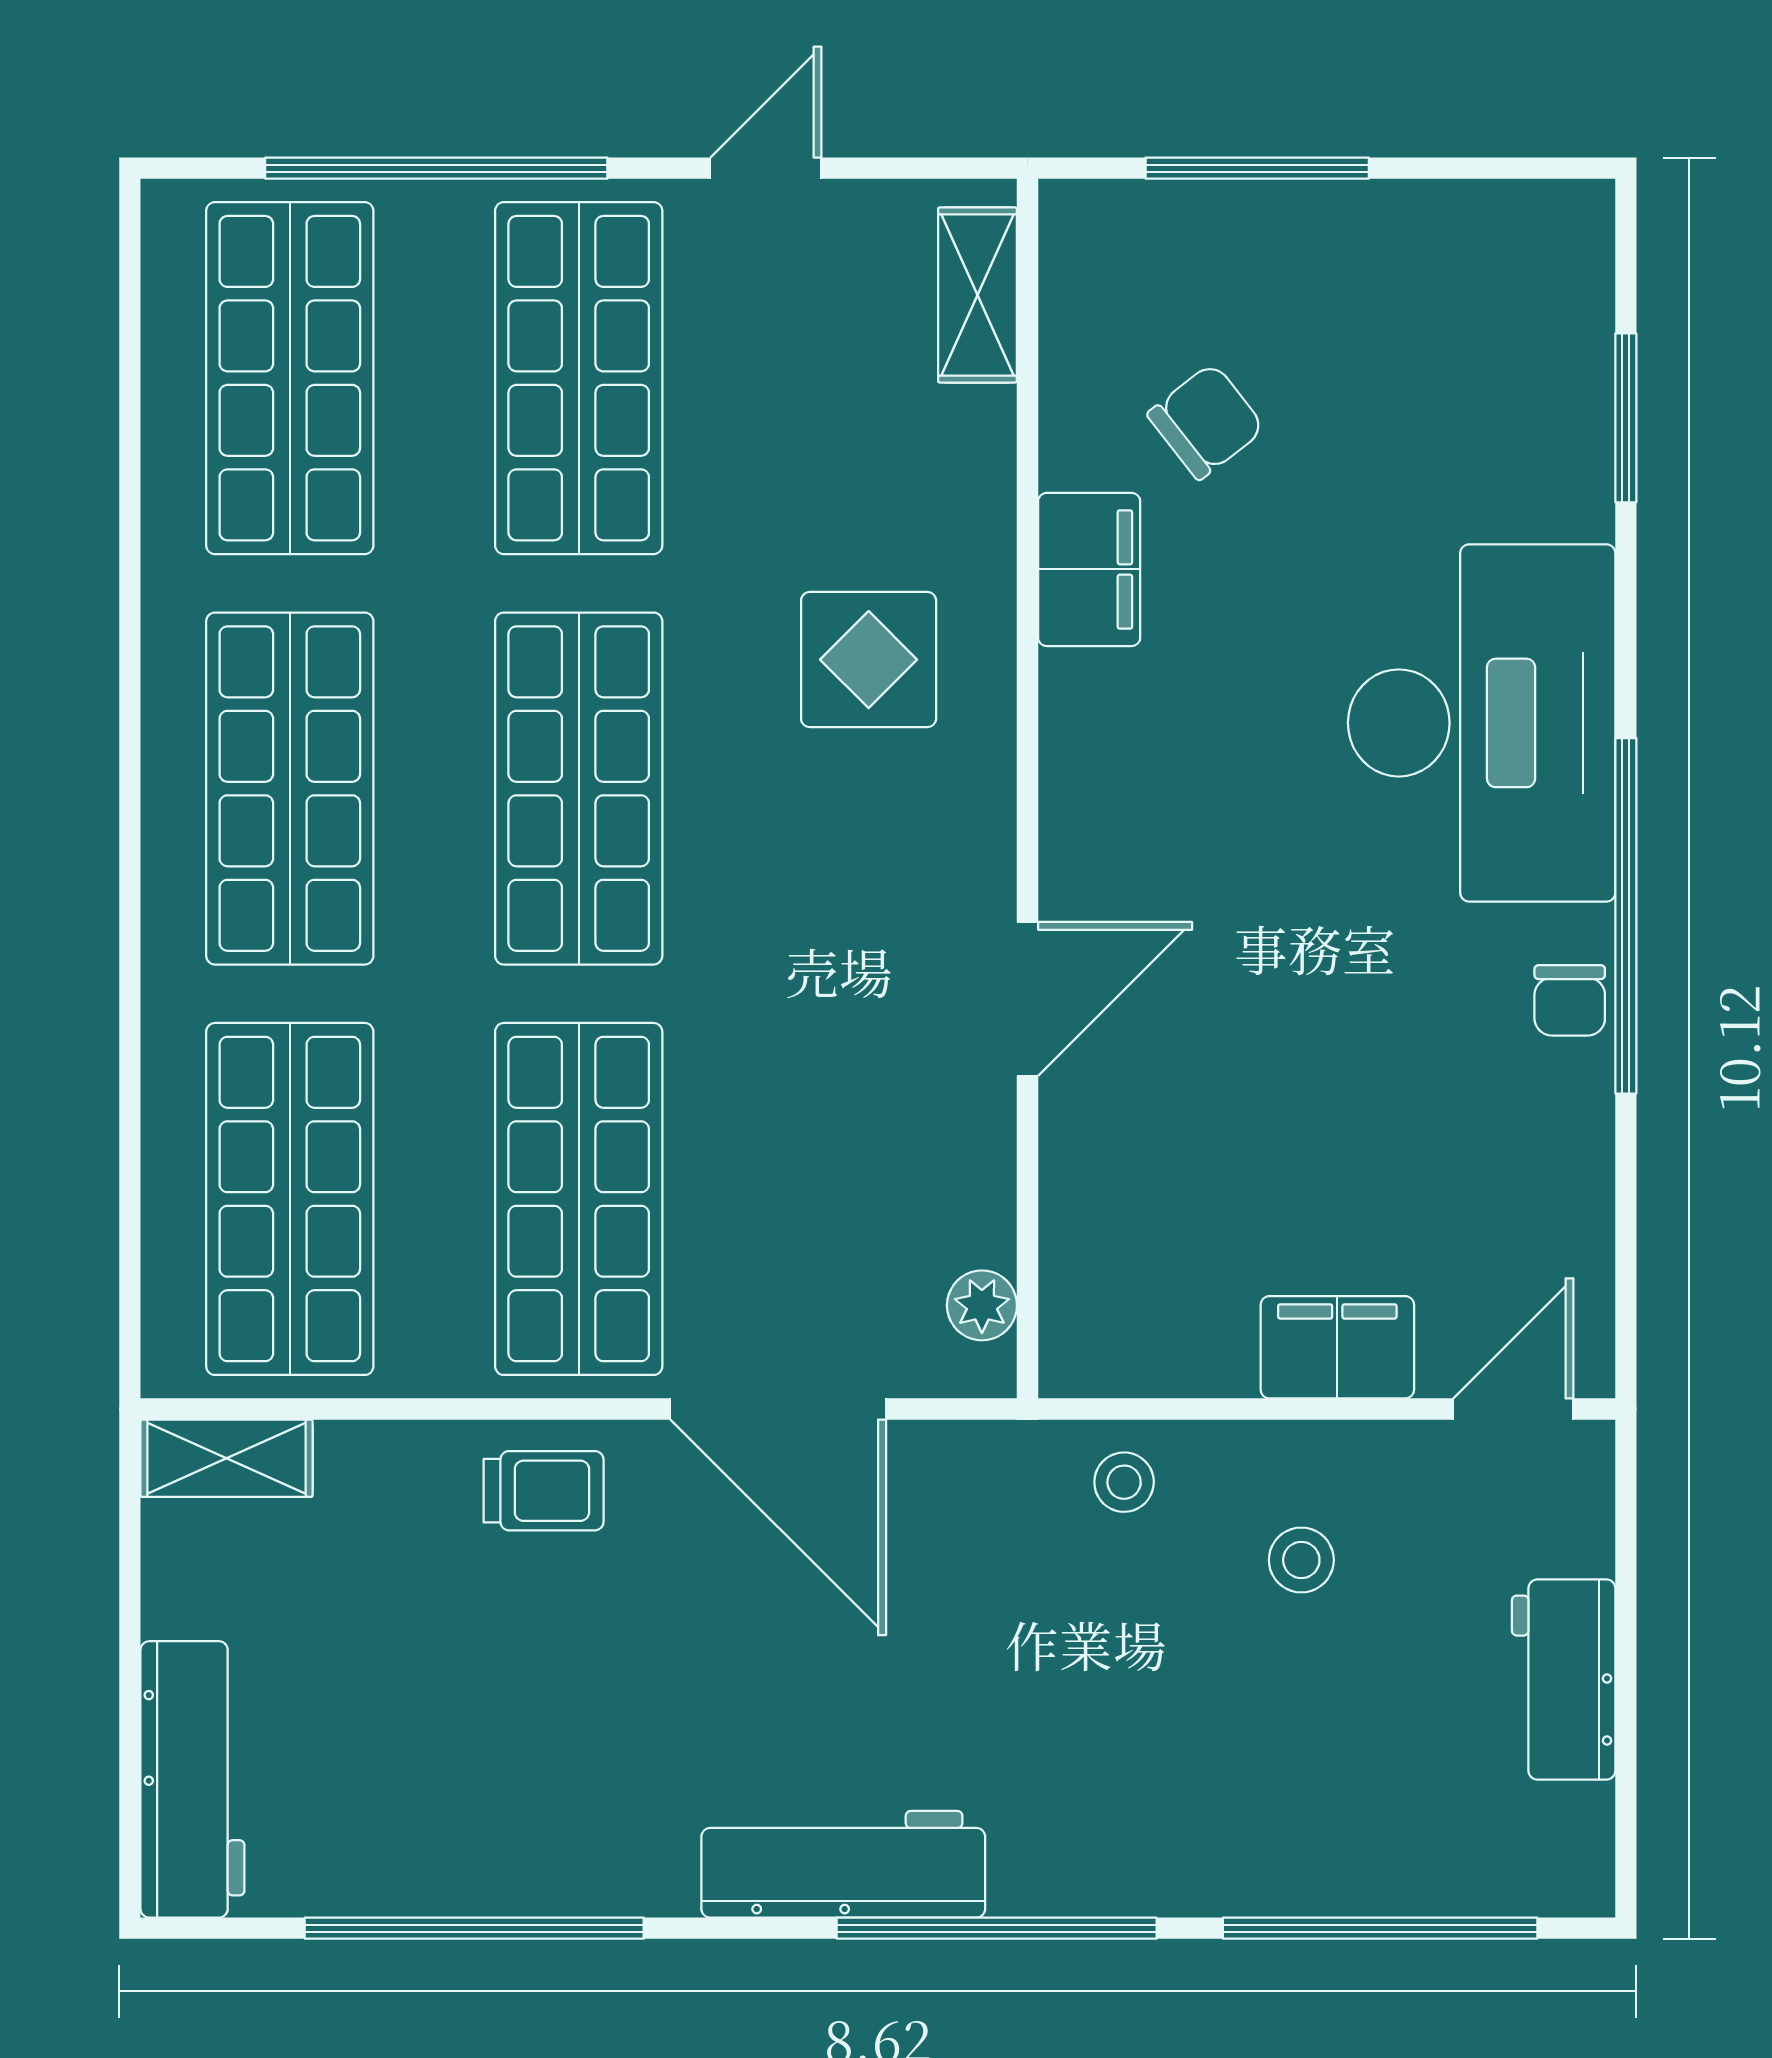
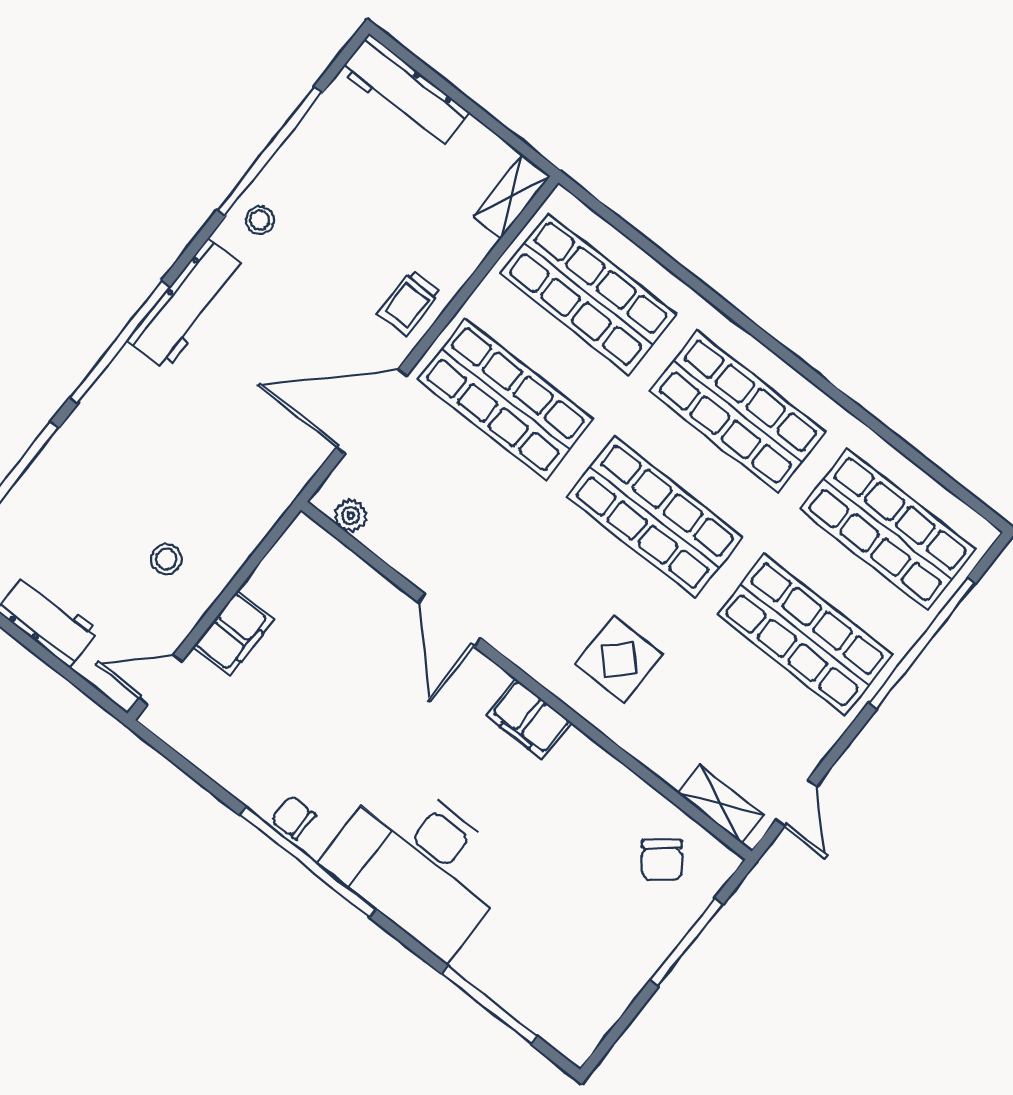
door: (766, 168) -> (796, 803), moved
window: (1626, 418) -> (490, 1005), width x1.44
chair: (1206, 421) -> (662, 860), moved
filing cabinet: (1089, 569) -> (529, 719), moved
door: (1513, 1409) -> (161, 680), swing flipped
stool: (1124, 1482) -> (260, 220), moved

